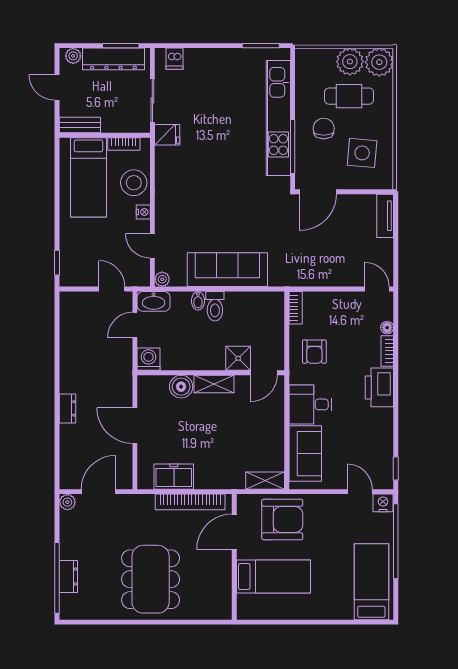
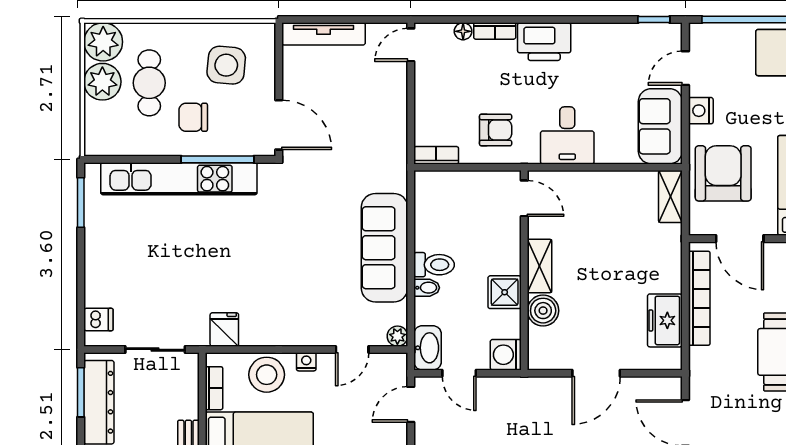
fridge: (167, 135) -> (224, 329), moved
tv unit: (385, 216) -> (324, 34), width x1.41
shower: (238, 358) -> (505, 292), moved
sofa: (305, 454) -> (660, 126), moved, turned -90
nightstand: (383, 503) -> (701, 111), moved

